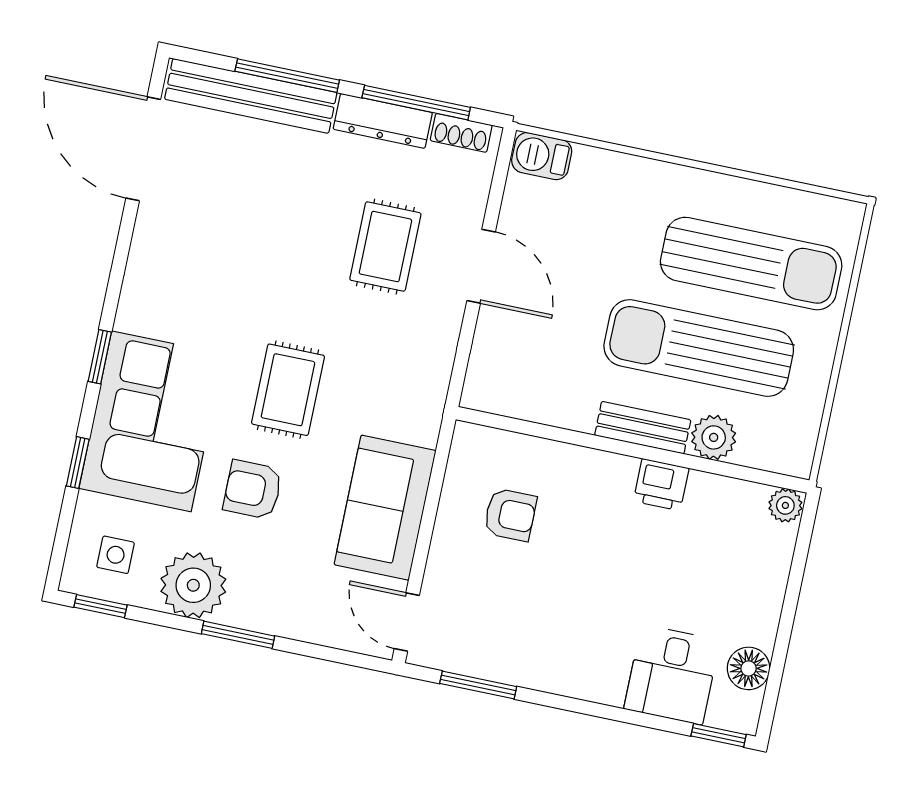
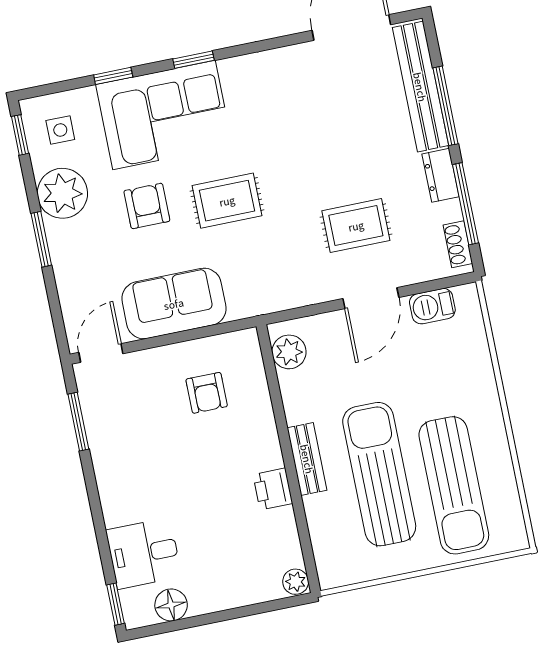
dresser: (383, 121) -> (440, 175), width x0.70
barbecue: (542, 156) -> (432, 306), moved, turned -90
plant: (714, 437) -> (289, 352), moved

